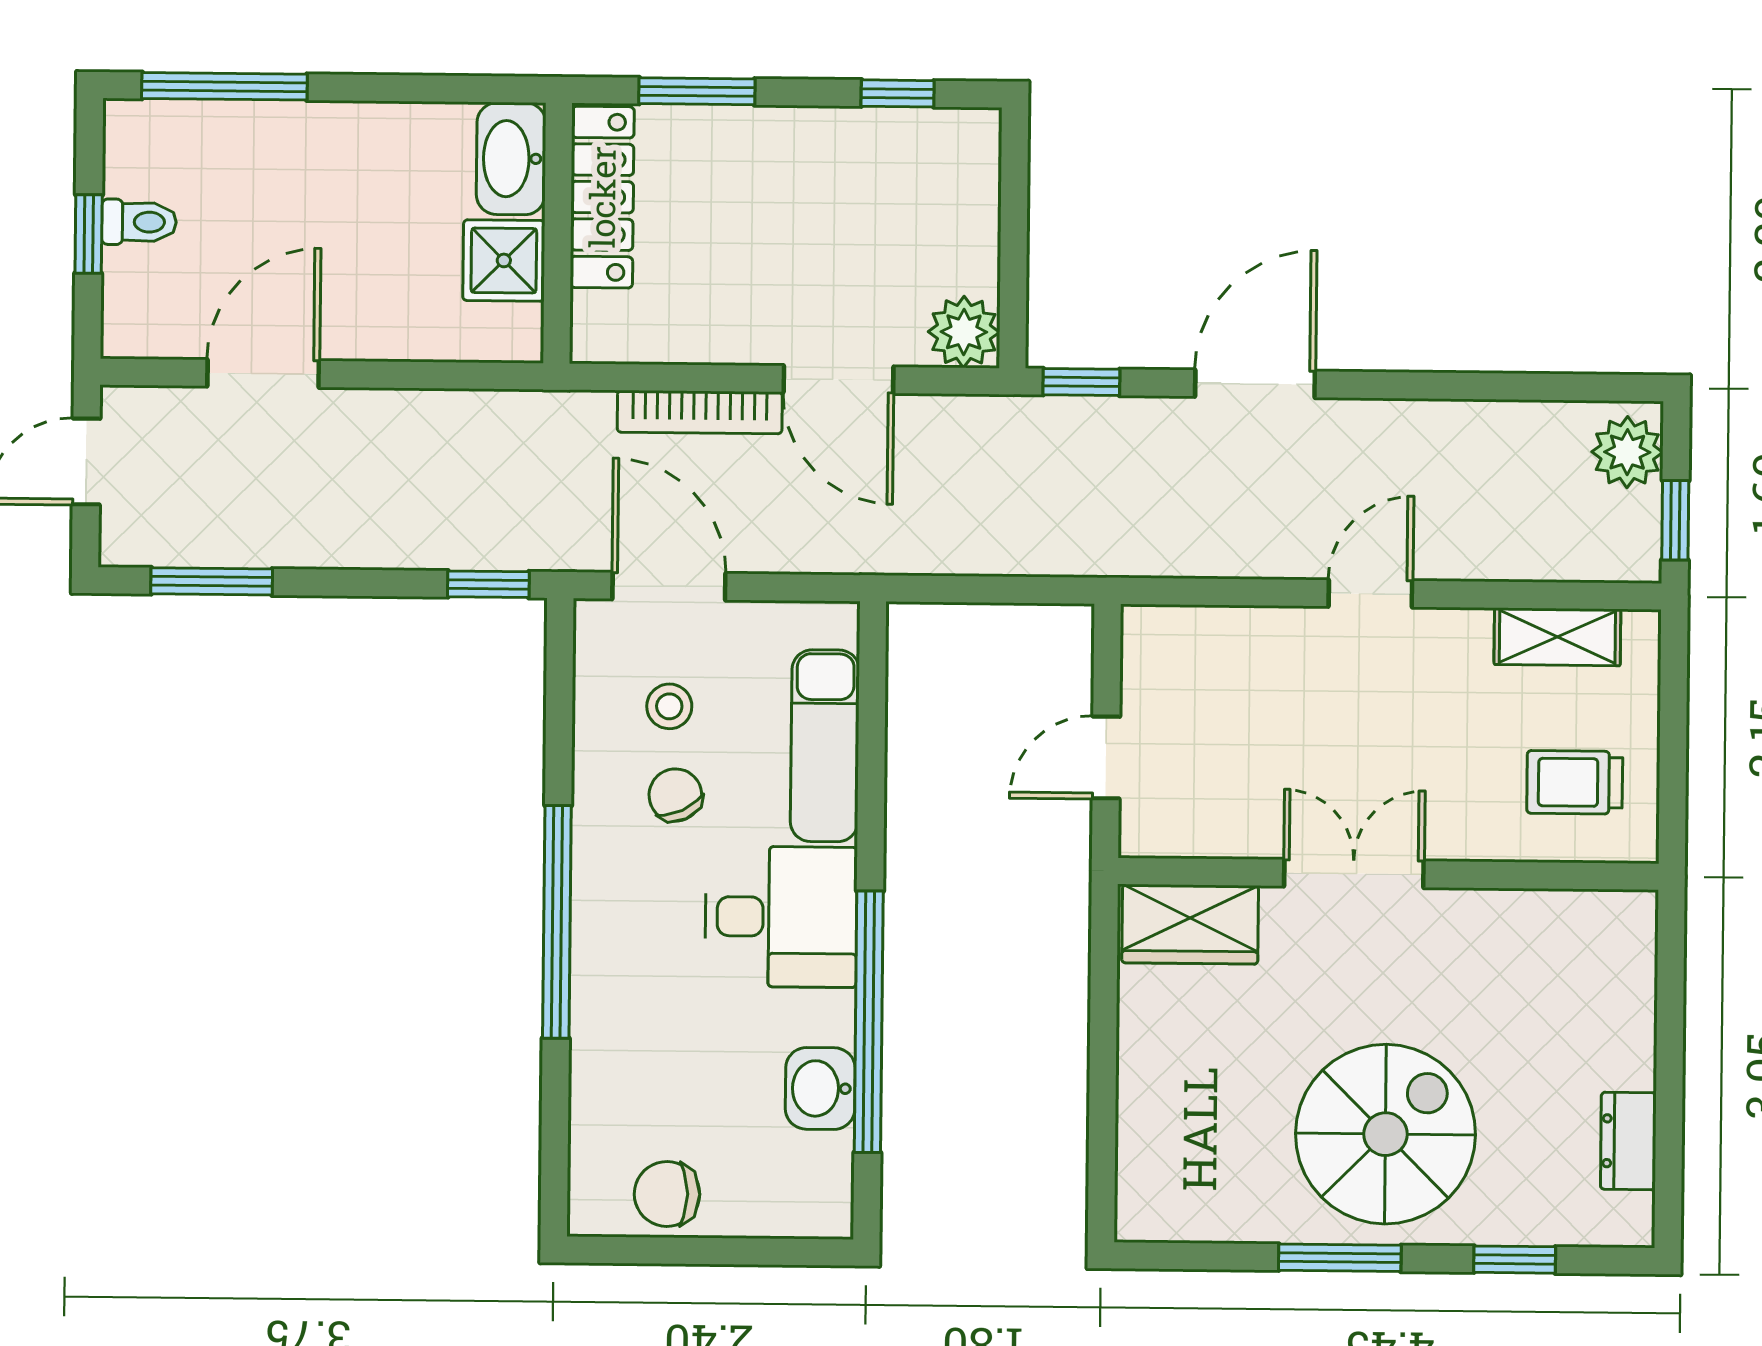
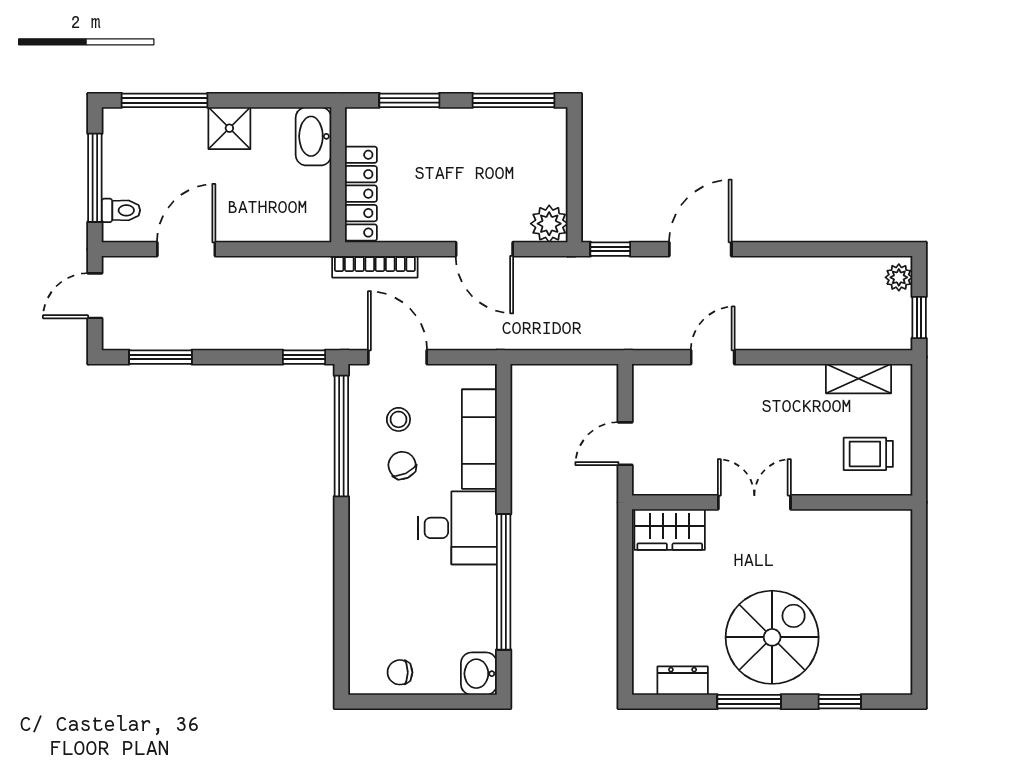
window: (898, 93) -> (514, 100), width x2.17
locker: (602, 197) -> (361, 194), moved
toilet: (139, 222) -> (121, 210), moved
window: (89, 234) -> (95, 178), width x2.17
shower: (504, 260) -> (229, 128), moved
bookcase: (700, 412) -> (375, 267), moved
plant: (1627, 452) -> (899, 277), width x0.73, depth x0.73
door: (1370, 594) -> (713, 357), moved
window: (557, 922) -> (341, 436), moved
washbasin: (820, 1088) -> (479, 674), moved
dresser: (1628, 1141) -> (683, 681), moved, turned 90
chair: (667, 1194) -> (400, 672), width x0.73, depth x0.73

